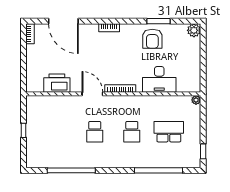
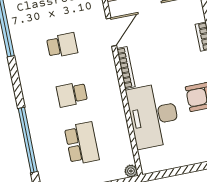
desk: (159, 79) -> (154, 116), width x1.36, depth x1.30
school desk: (95, 132) -> (62, 45), turned 180

